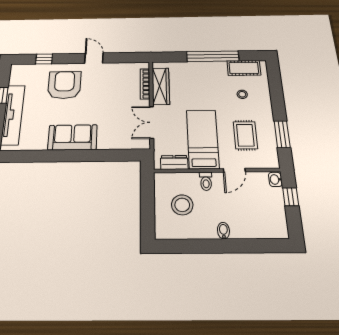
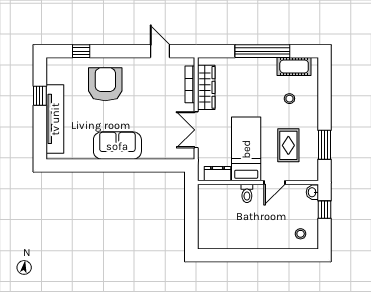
door: (94, 58) -> (160, 51), moved
stool: (182, 205) -> (301, 234), moved, width x0.53, depth x0.53
bidet: (223, 231) -> (260, 241), removed

